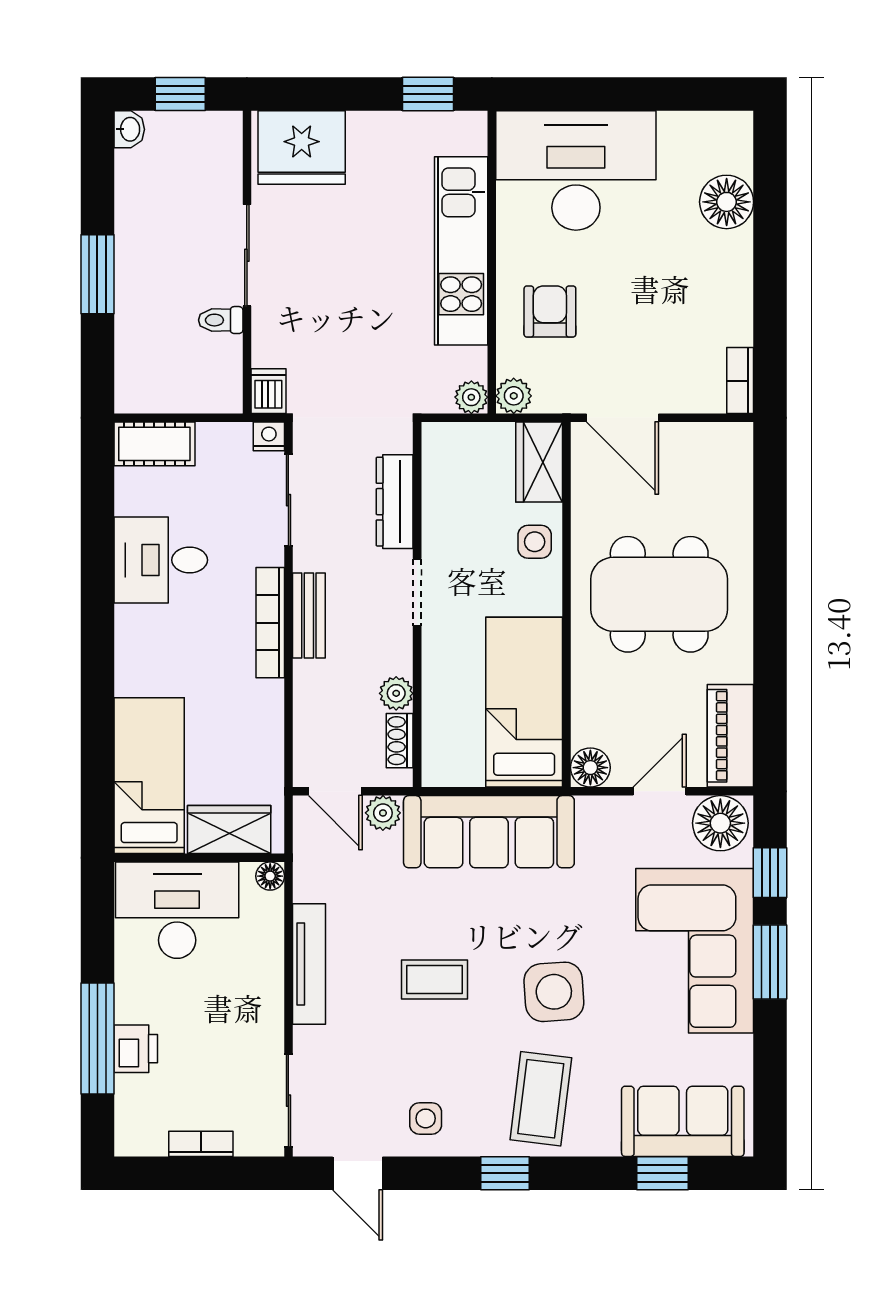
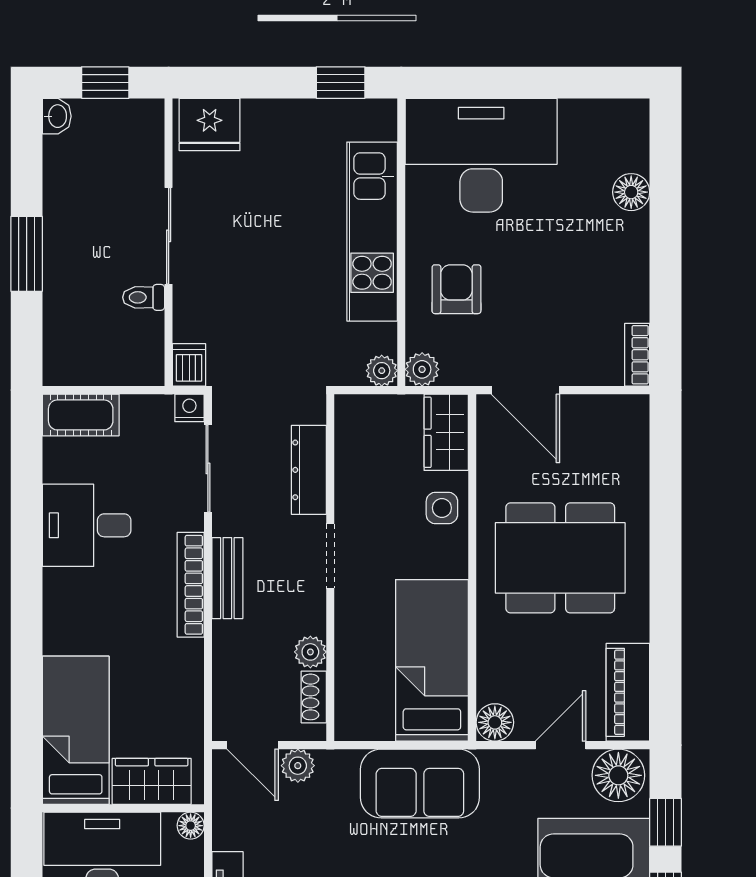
fridge: (302, 147) -> (210, 124), width x0.73, depth x0.75
floor lamp: (727, 202) -> (631, 192), width x0.73, depth x0.73
sofa: (489, 832) -> (420, 783), width x0.73

